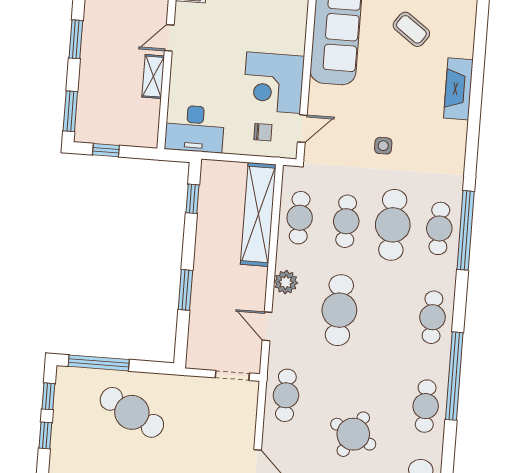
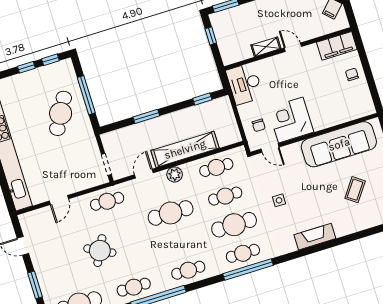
fireplace: (458, 89) -> (315, 237), moved
shelving: (258, 214) -> (185, 149), moved
window: (99, 363) -> (86, 95), moved

